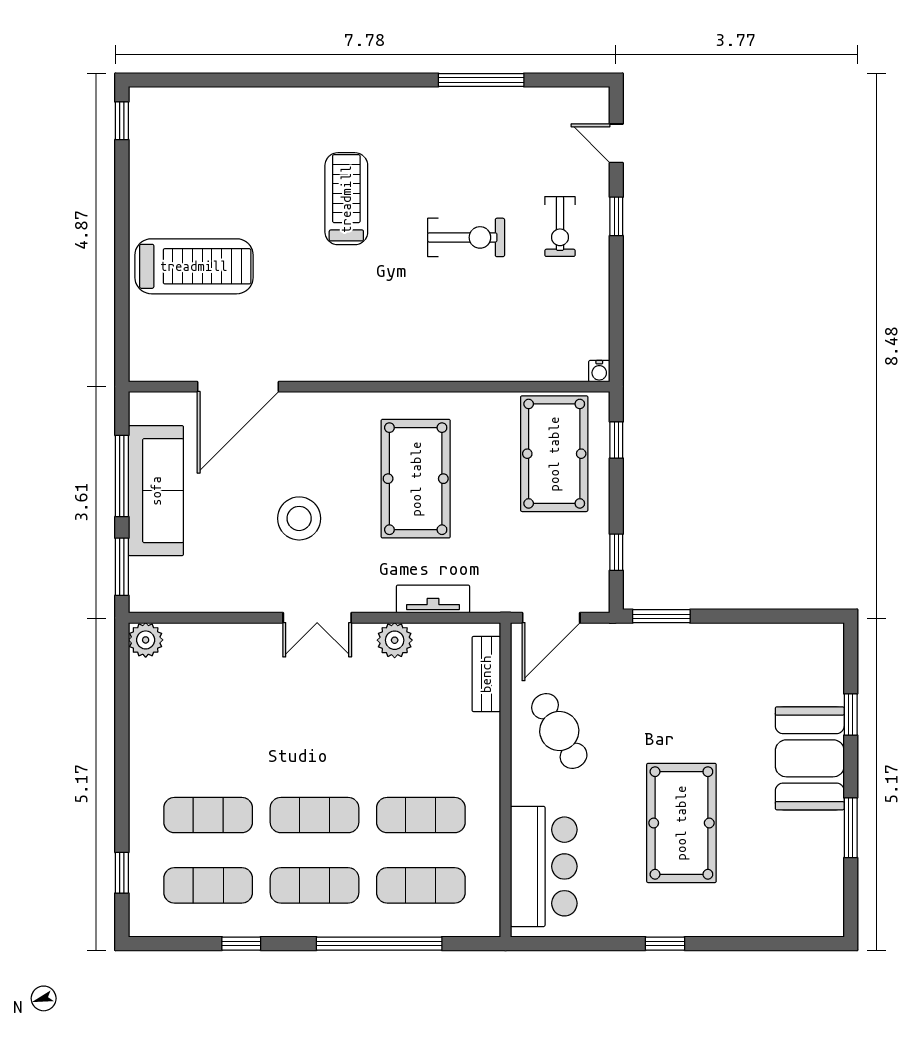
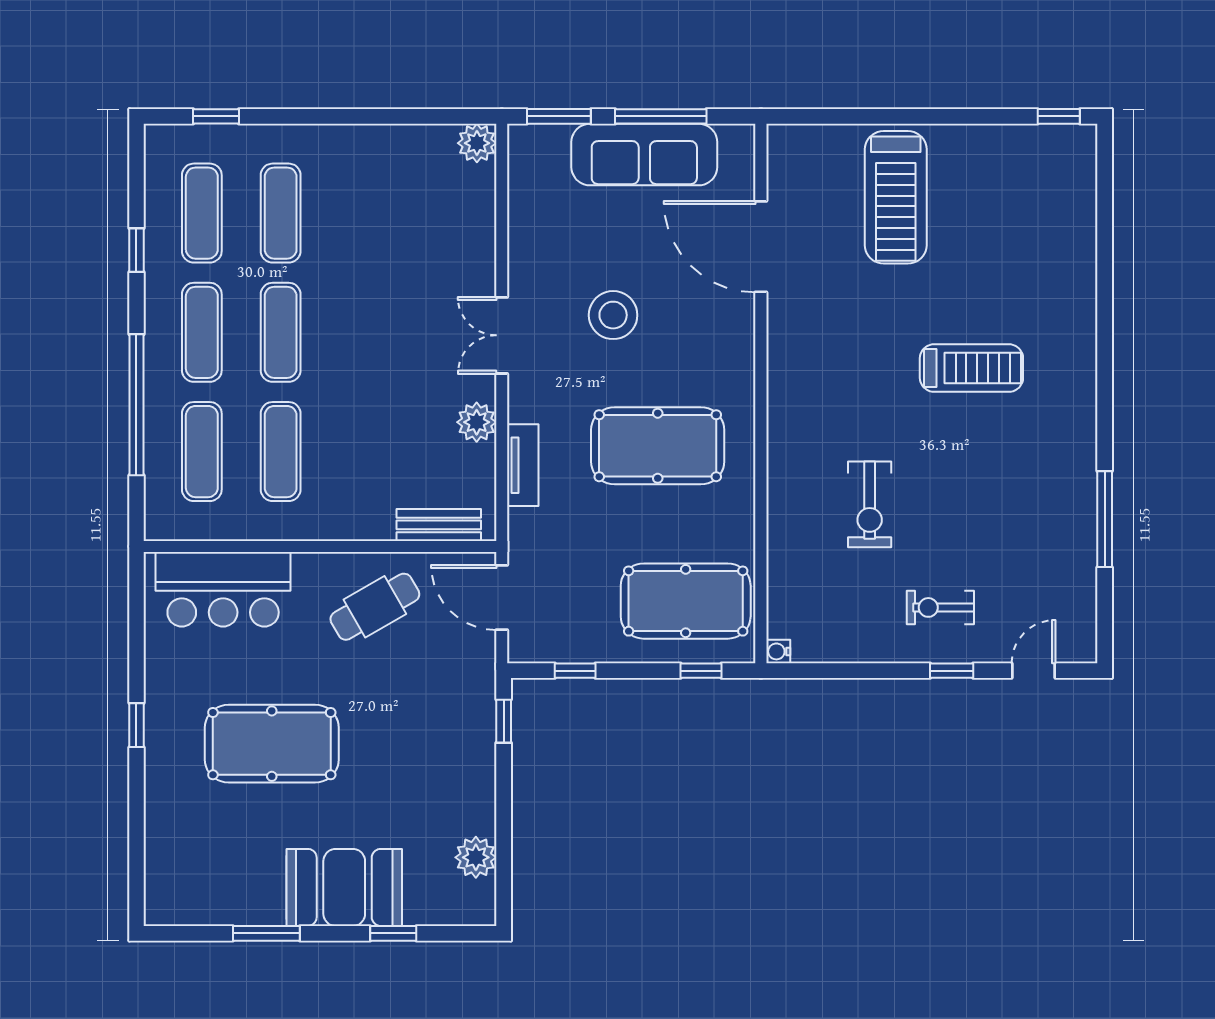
exercise bike: (466, 237) -> (870, 504), moved
window: (661, 616) -> (504, 721), width x0.67
plant: (783, 641) -> (476, 857), added

